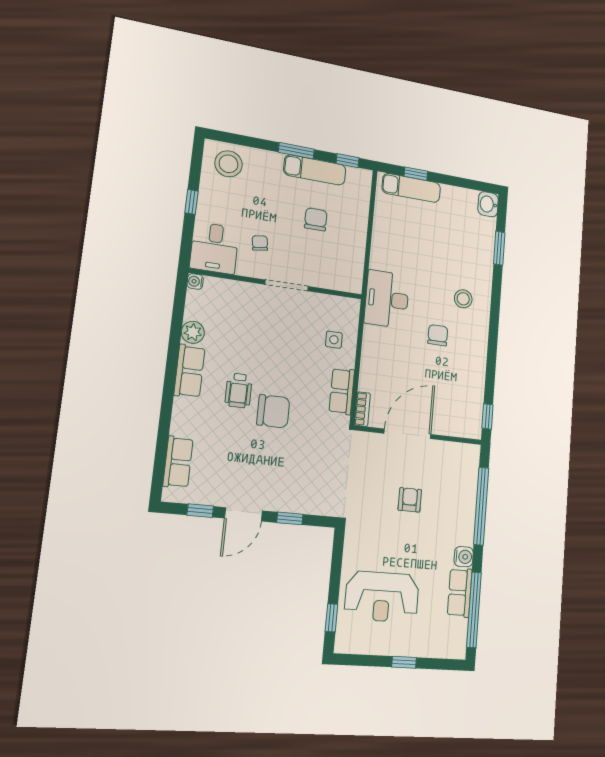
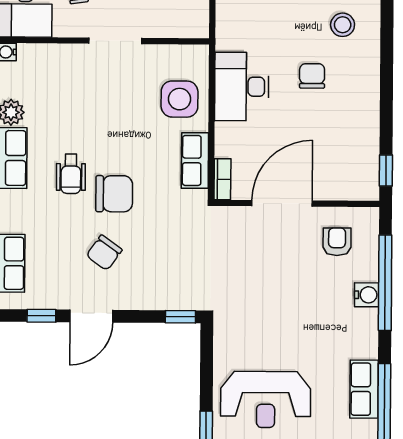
desk: (387, 299) -> (242, 87), moved
side table: (334, 340) -> (179, 99), width x1.87, depth x1.87
chair: (260, 461) -> (104, 253), added
armchair: (410, 500) -> (337, 242), moved
window: (290, 518) -> (180, 317), moved
water cooler: (464, 557) -> (367, 295), moved

